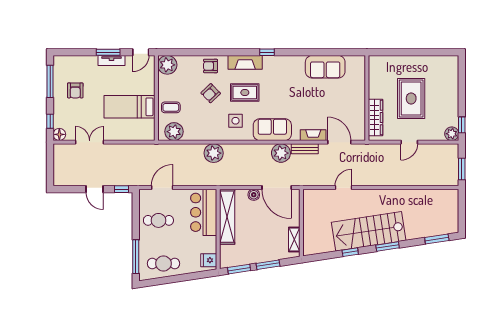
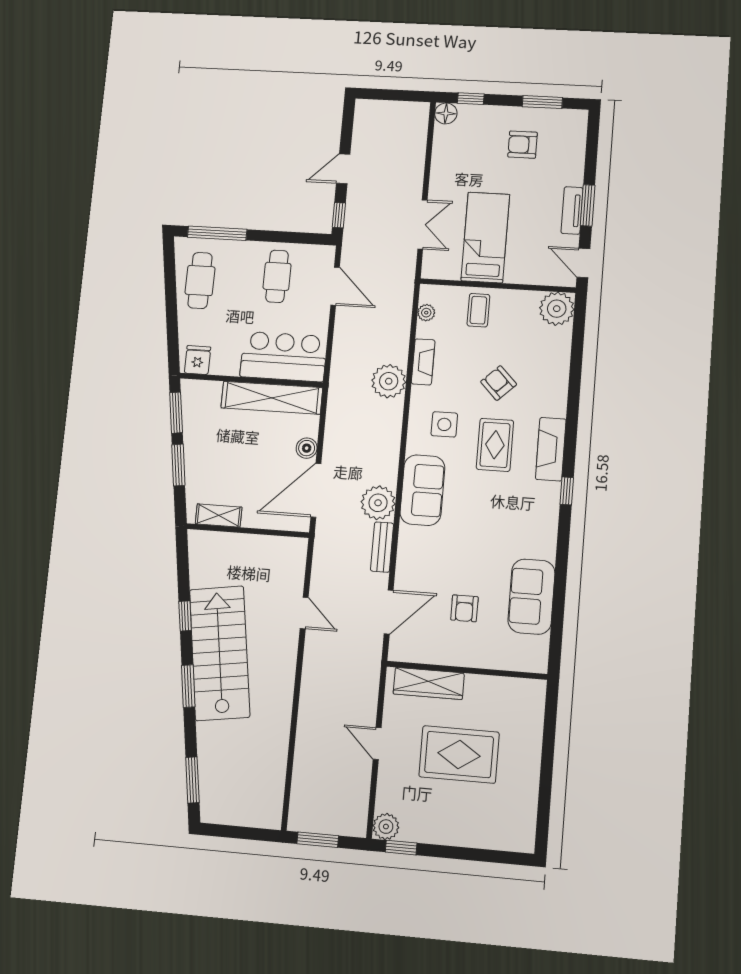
armchair: (210, 66) -> (464, 608), moved, turned 180
window: (50, 81) -> (542, 102), width x0.69
plant: (174, 132) -> (426, 313), width x0.53, depth x0.53
fireplace: (313, 135) -> (423, 362), moved
double door: (90, 142) -> (422, 224), moved

